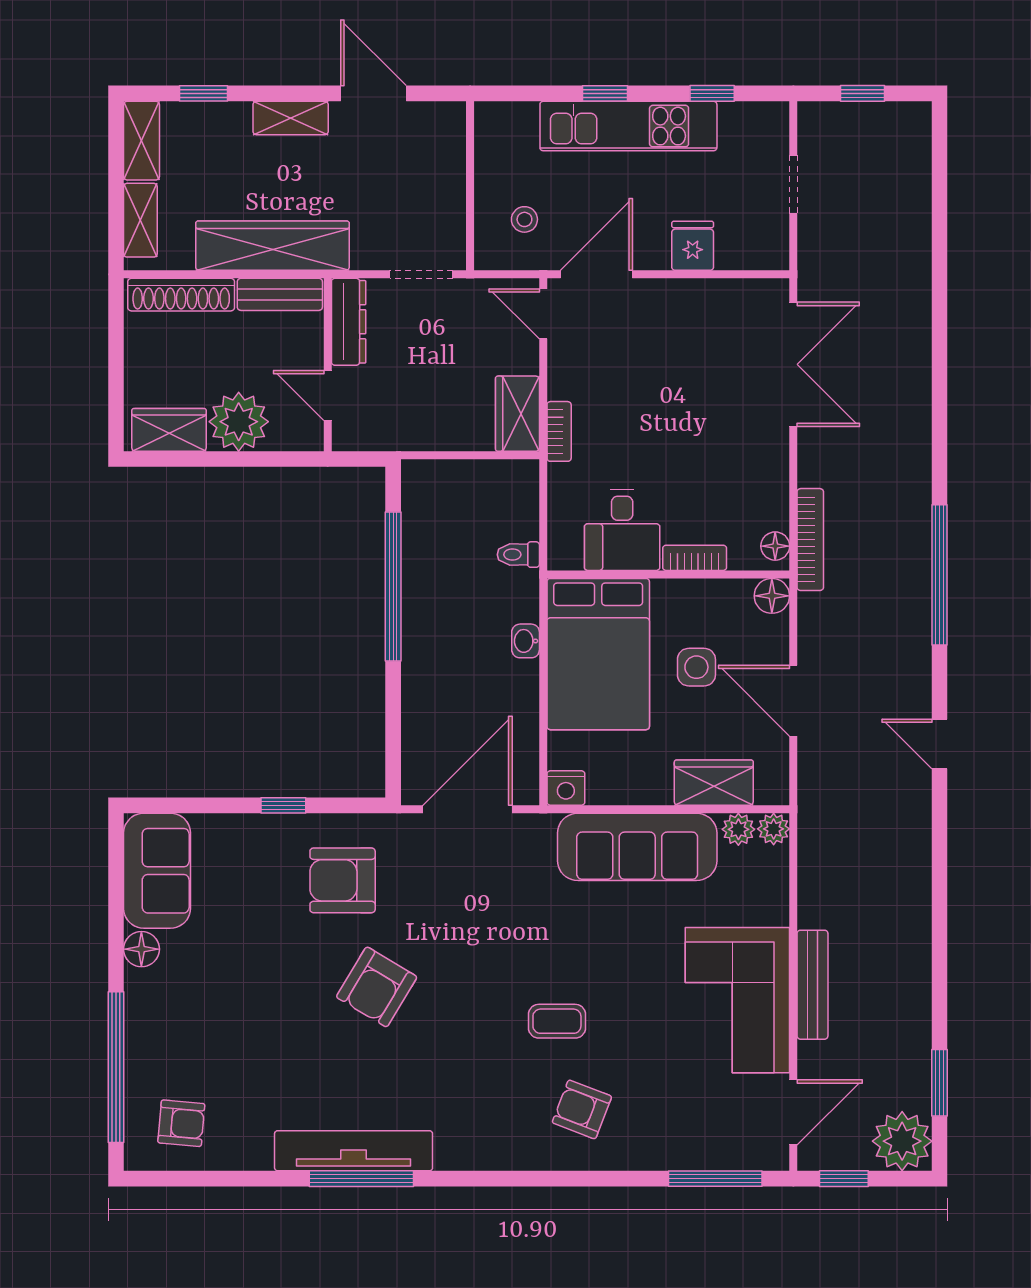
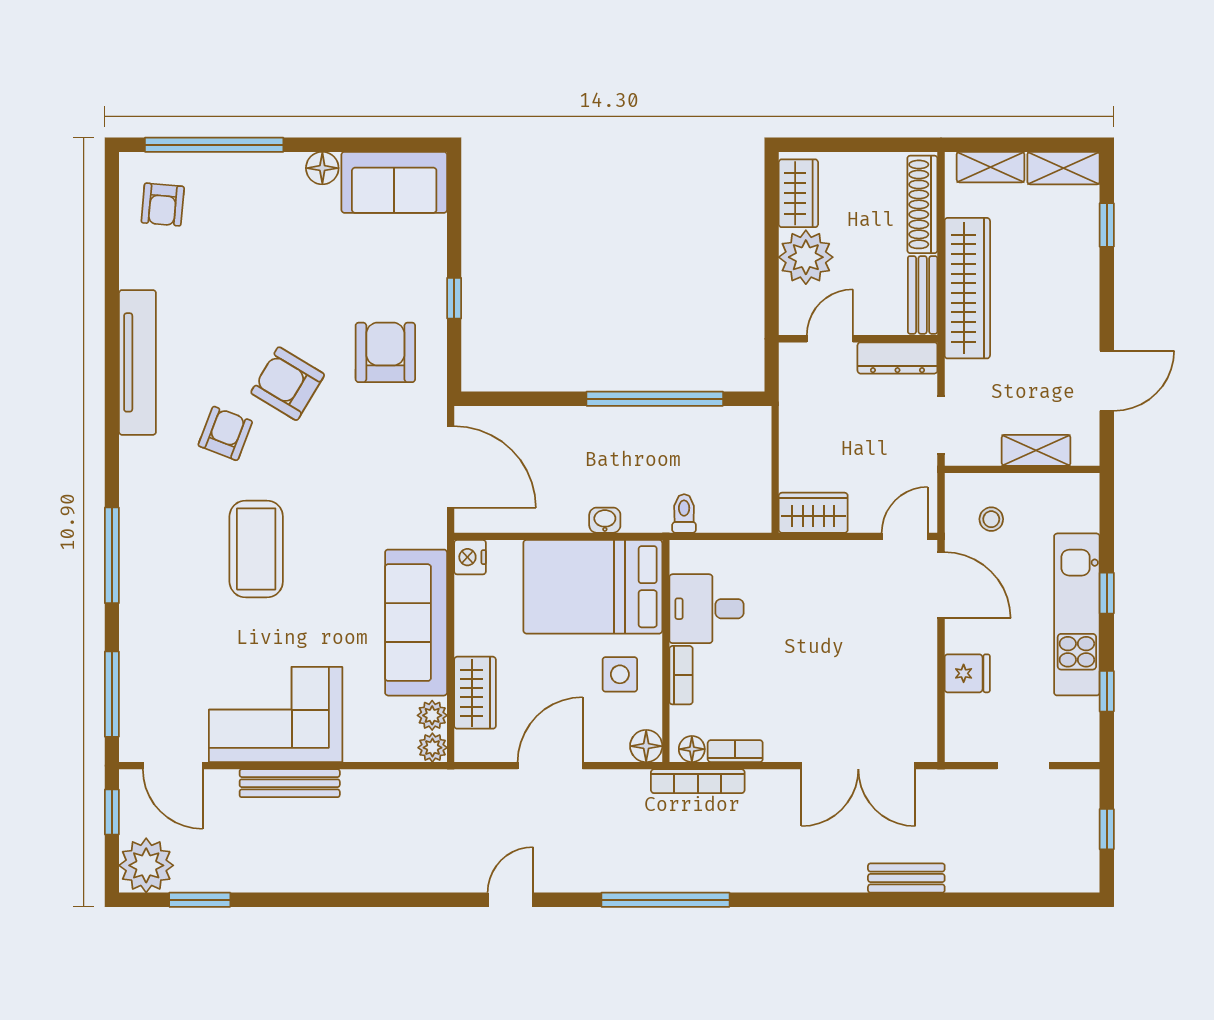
shelving: (291, 118) -> (1036, 450), moved, turned 90
bench: (916, 312) -> (906, 878), added
bookcase: (559, 431) -> (735, 751), moved, turned 180
side table: (696, 667) -> (620, 674), moved
coffee table: (557, 1021) -> (256, 549), width x1.86, depth x1.72
armchair: (582, 1109) -> (225, 433), moved
window: (361, 1179) -> (112, 555), moved

